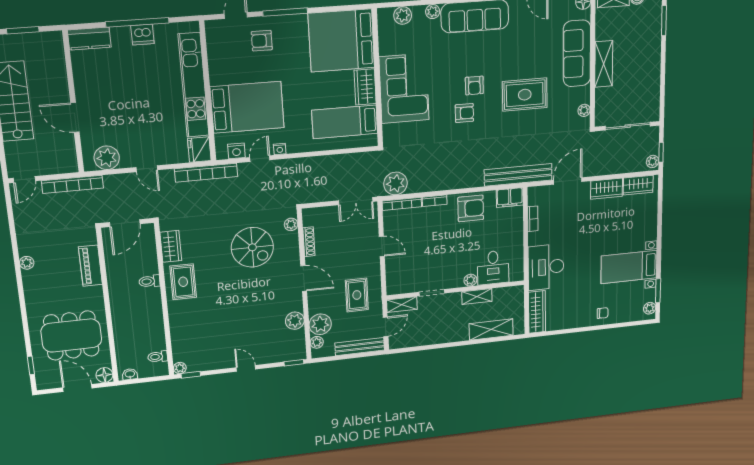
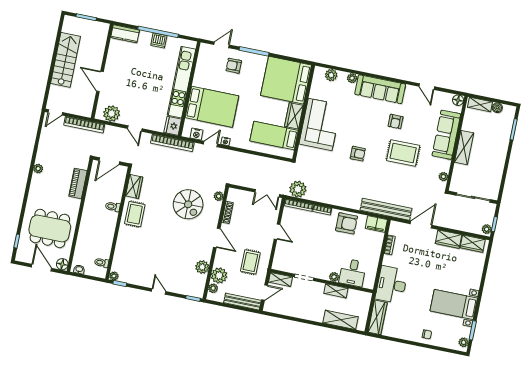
armchair: (474, 86) -> (396, 121), moved

